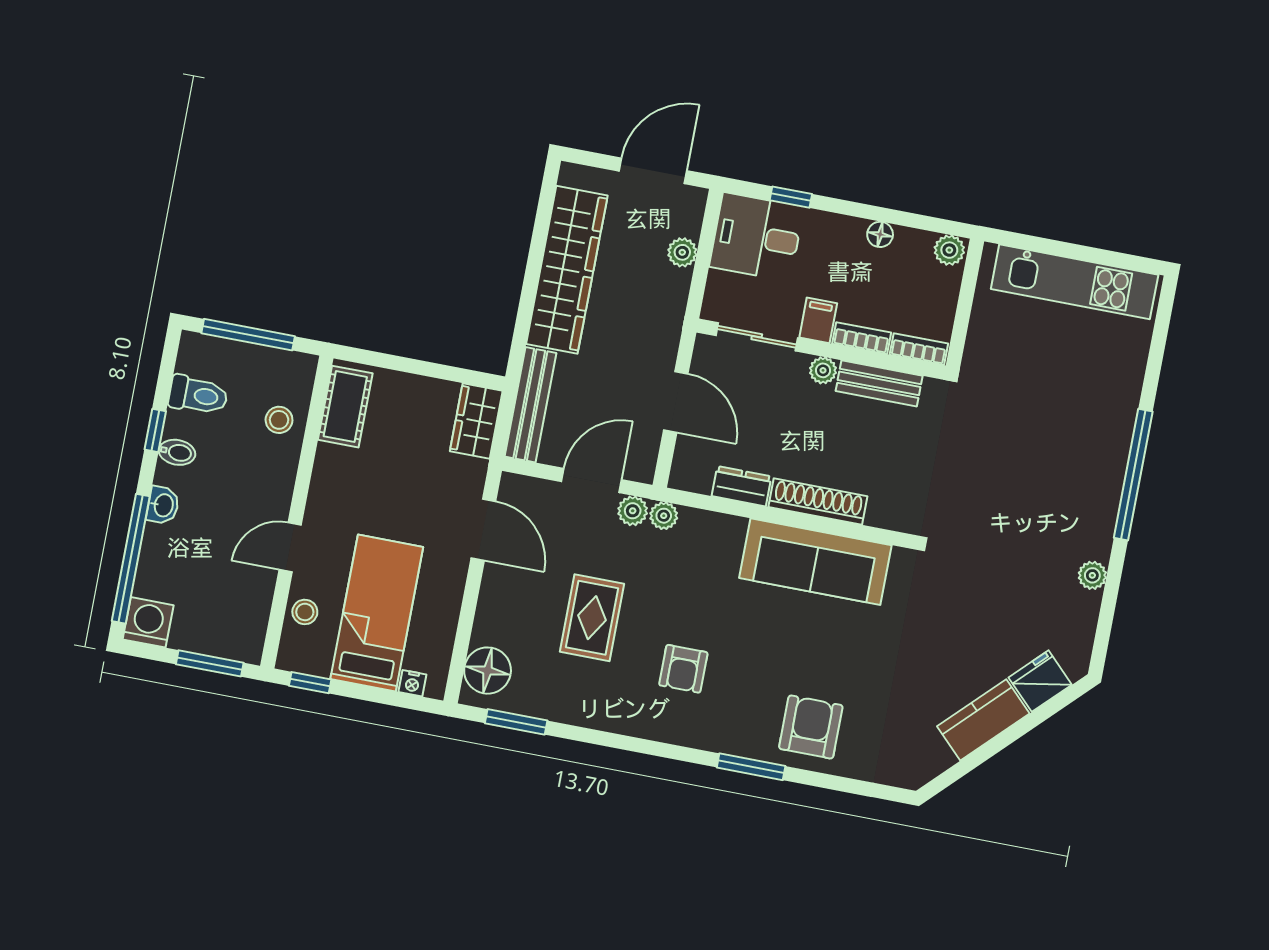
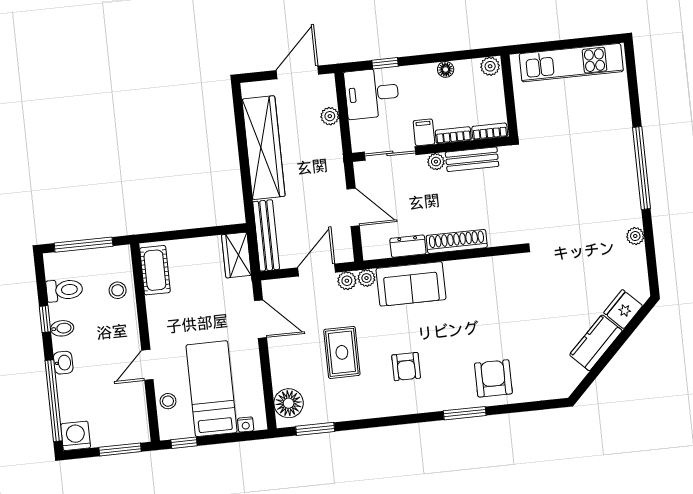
sofa: (815, 562) -> (411, 284), moved, width x0.73

